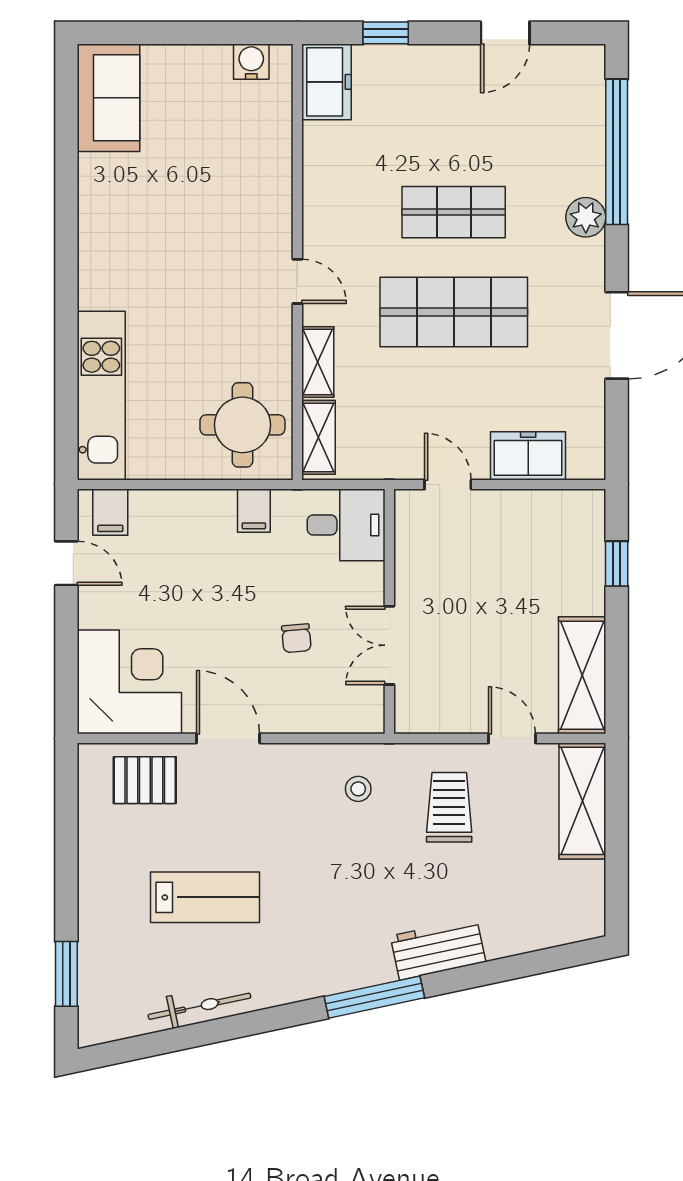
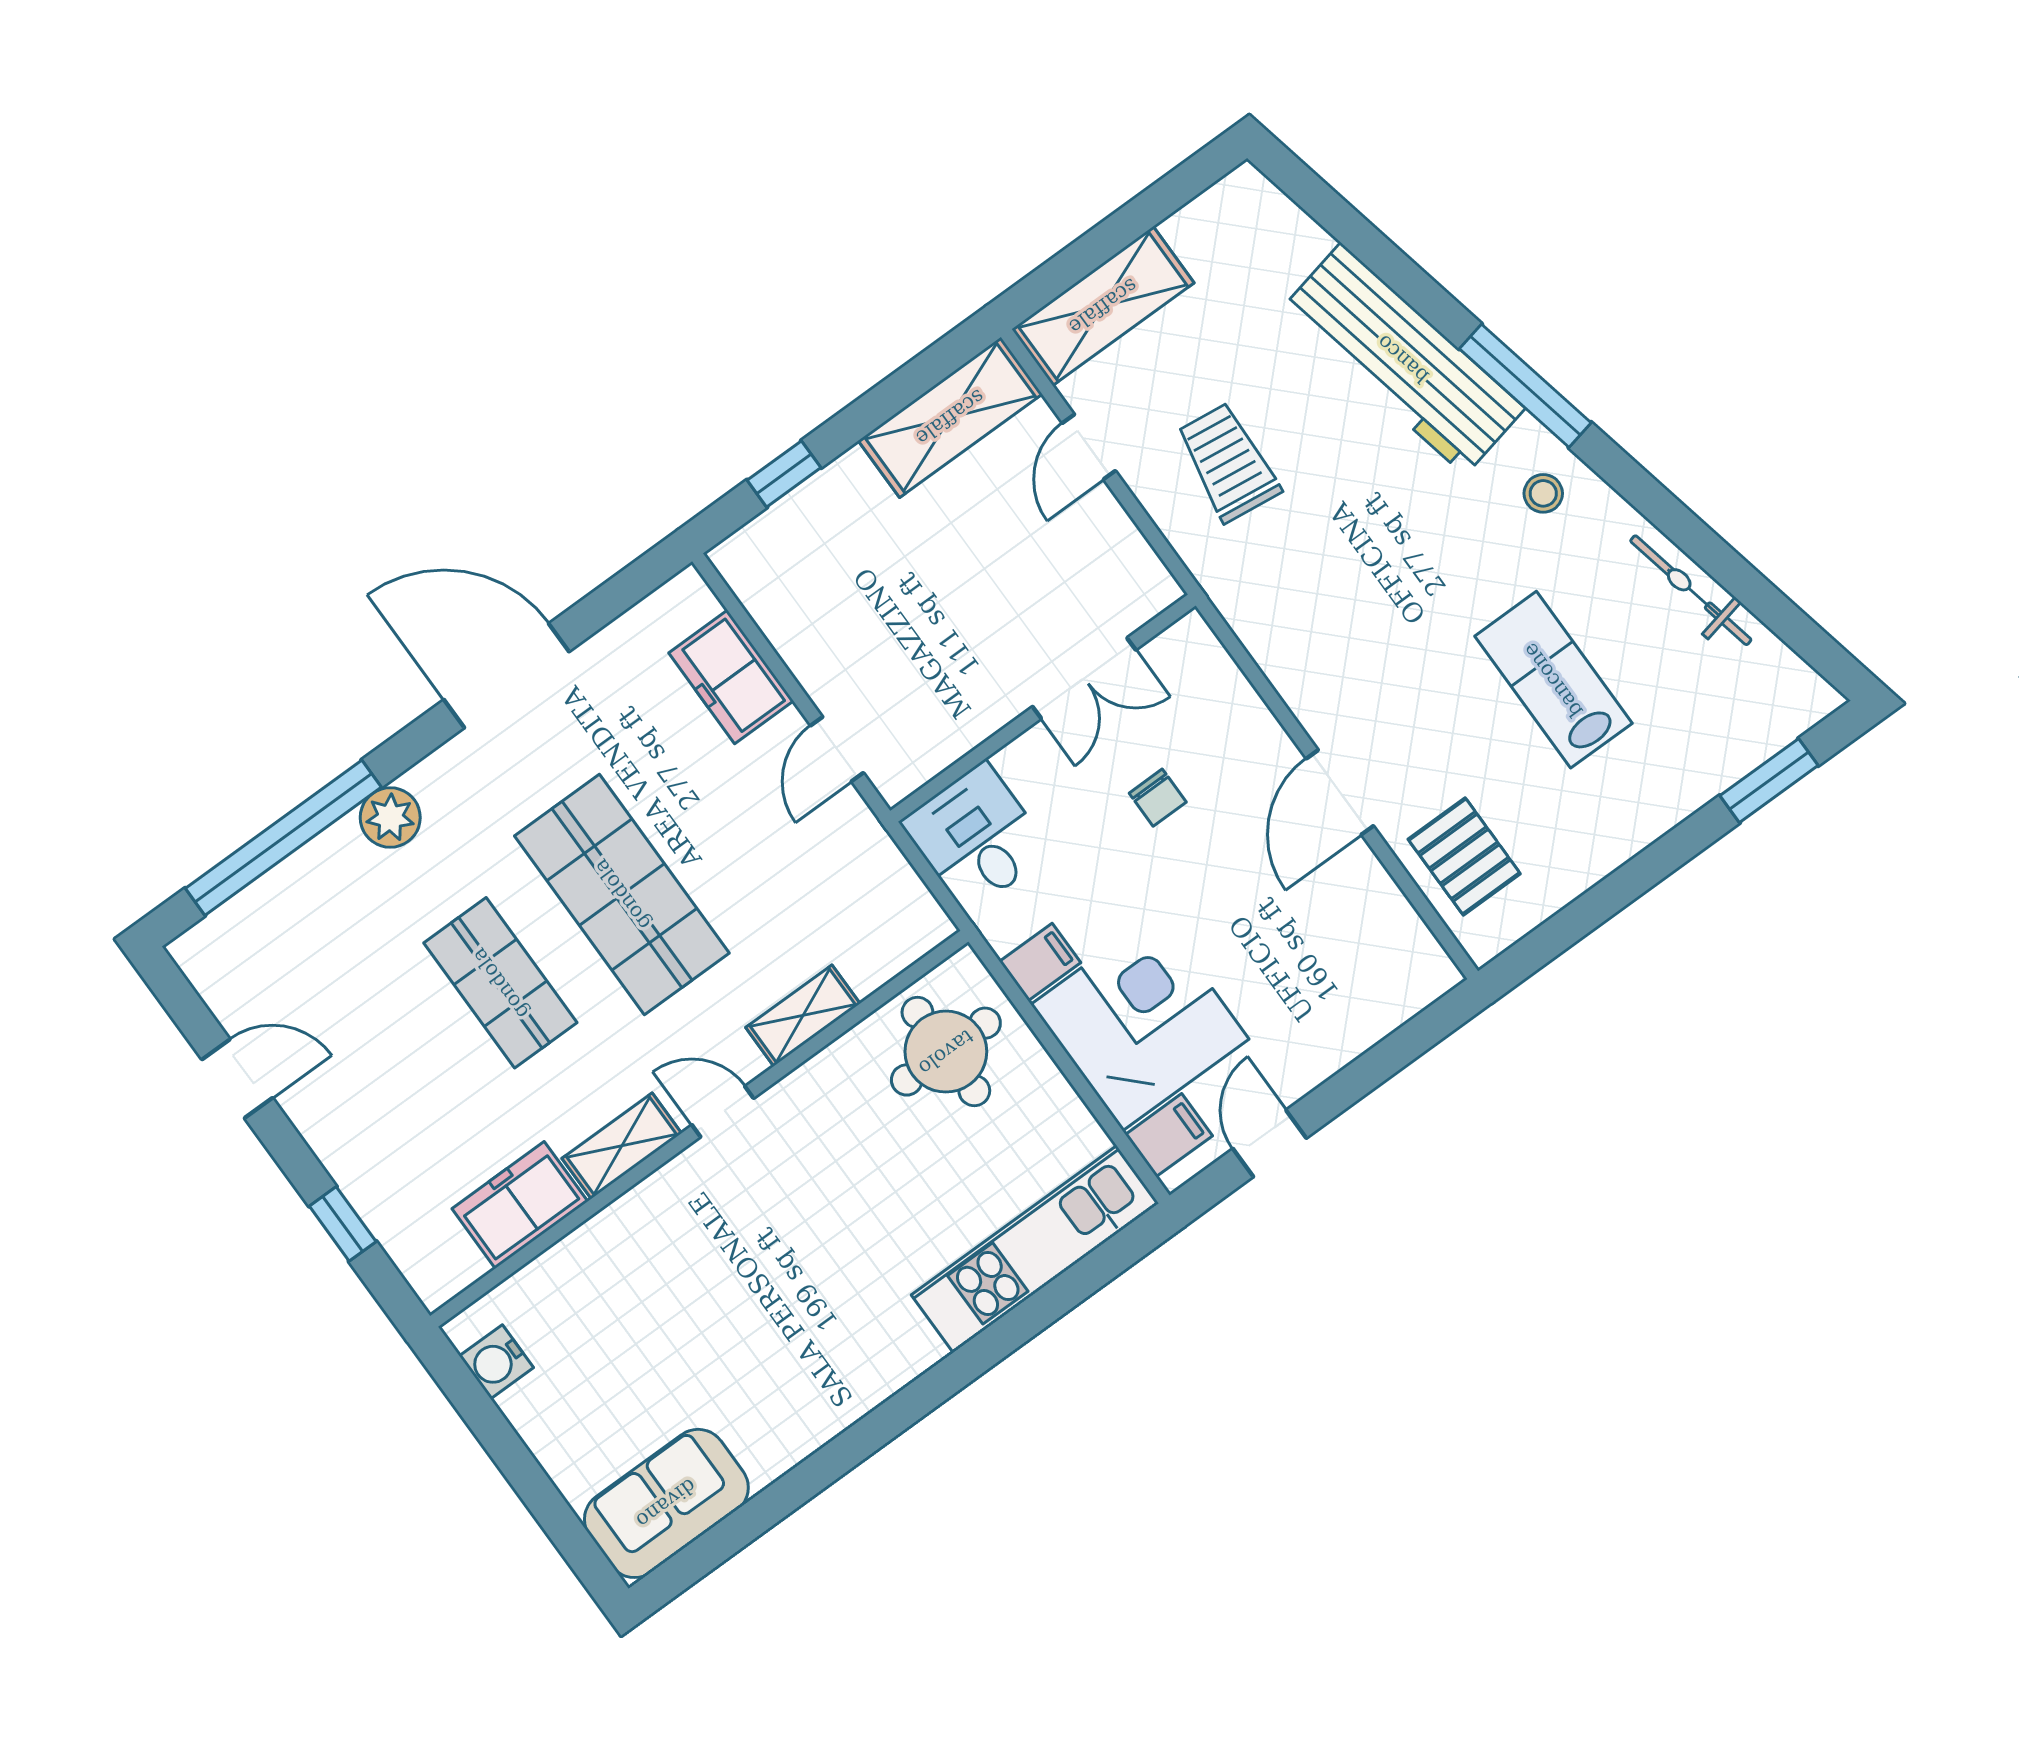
freezer: (327, 82) -> (520, 1205), moved
door: (297, 281) -> (723, 1112), hinge flipped
shelving: (318, 437) -> (622, 1146), moved
chair: (296, 638) -> (1158, 798), turned 95
corner desk: (129, 682) -> (1140, 1022), moved, turned 90
stool: (358, 789) -> (1543, 493), moved
trolley: (449, 807) -> (1228, 462), turned 97
workbench: (438, 949) -> (1403, 359), width x1.88, depth x1.32

